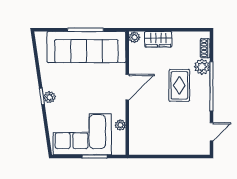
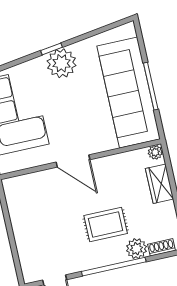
door: (127, 87) -> (73, 161), moved
plant: (50, 97) -> (61, 63), width x1.87, depth x1.87
plant: (120, 125) -> (37, 159), removed

